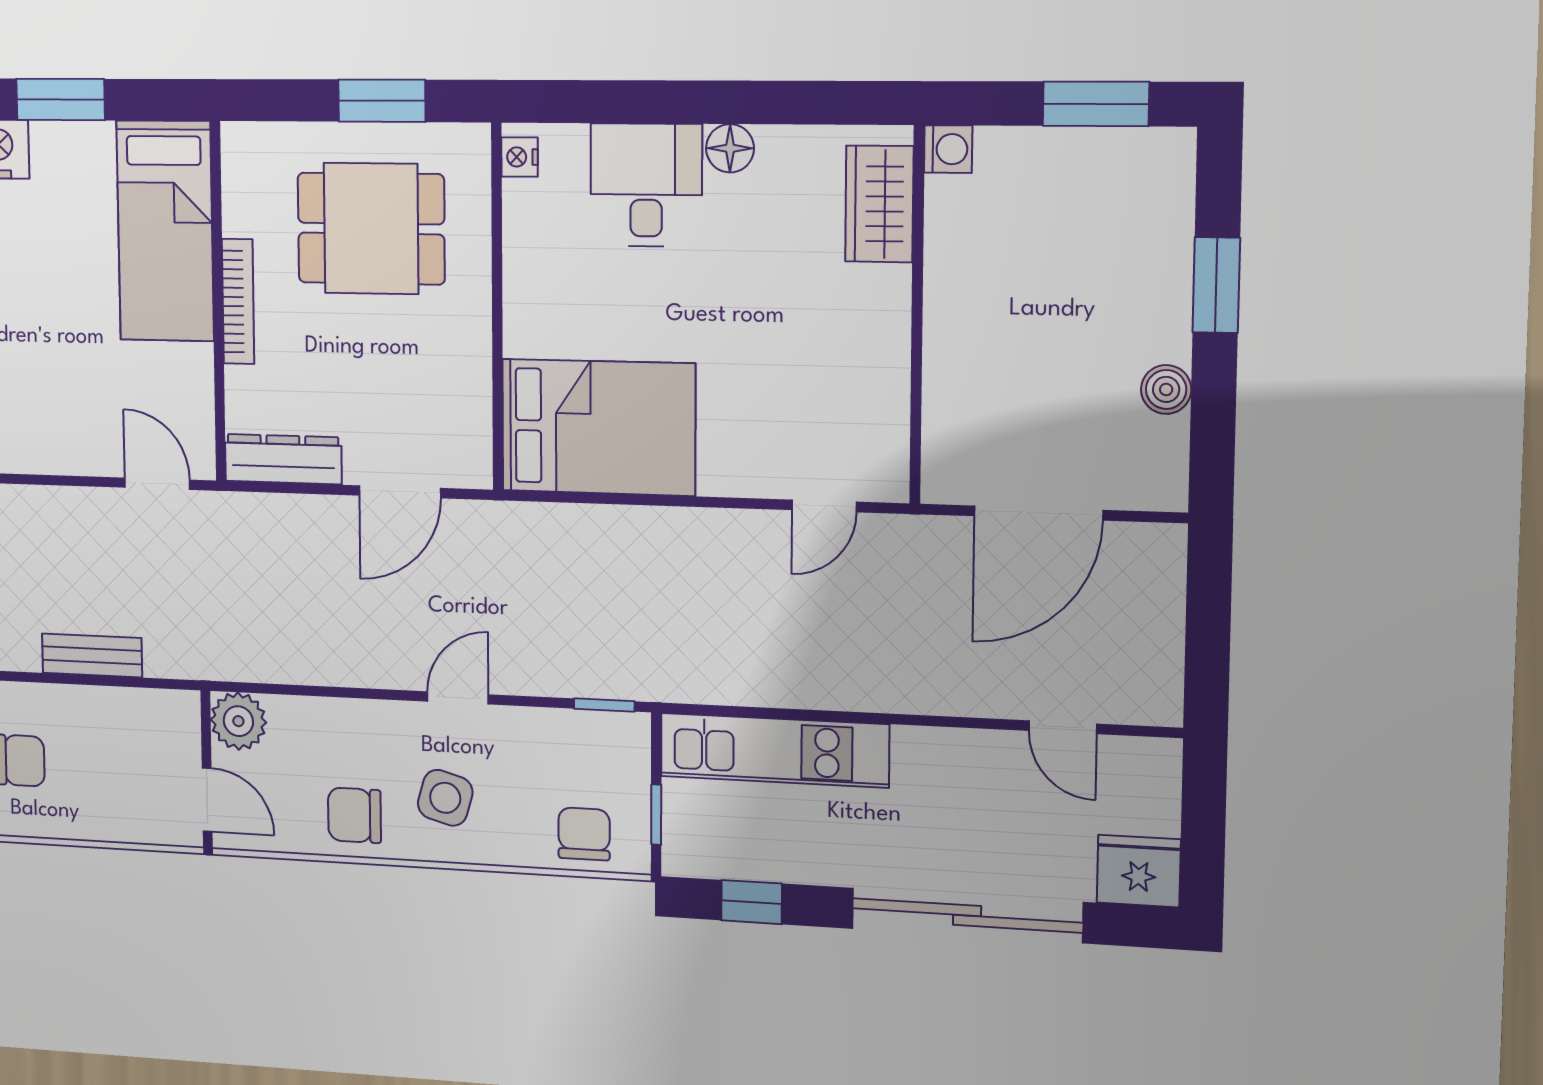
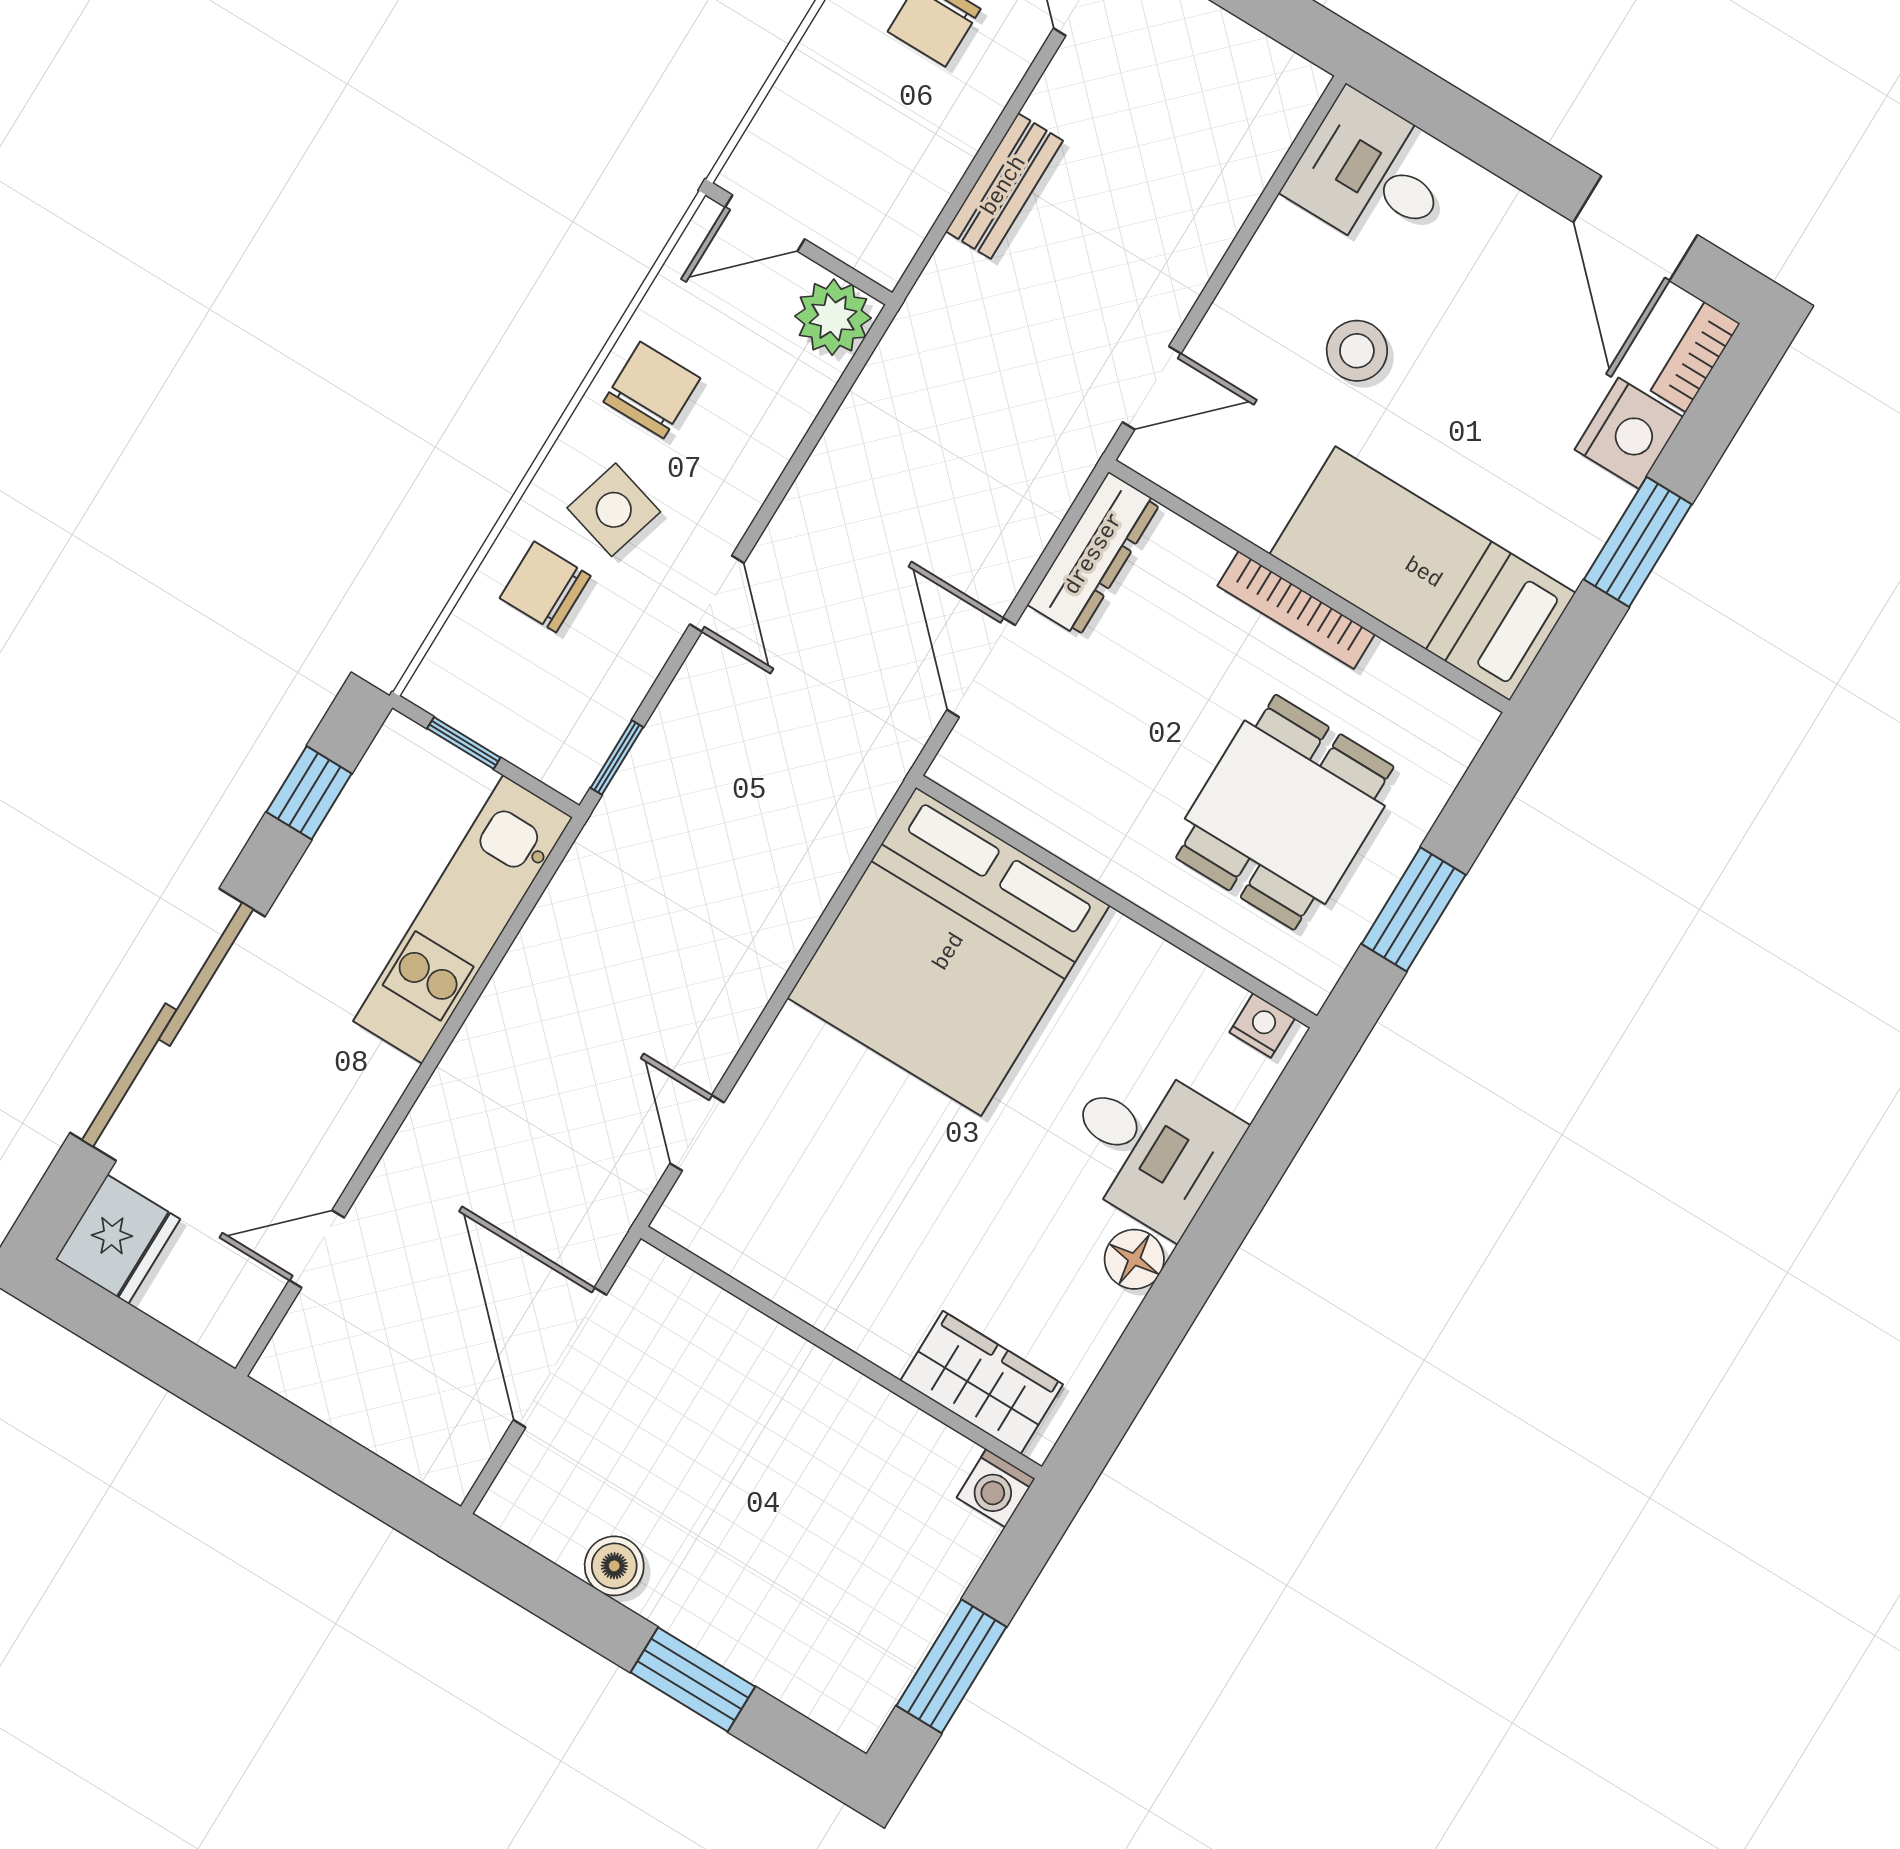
stool: (55, 362) -> (1357, 351), added
bed: (598, 427) -> (949, 952), width x1.36
chair: (584, 834) -> (545, 587), moved, turned 180

